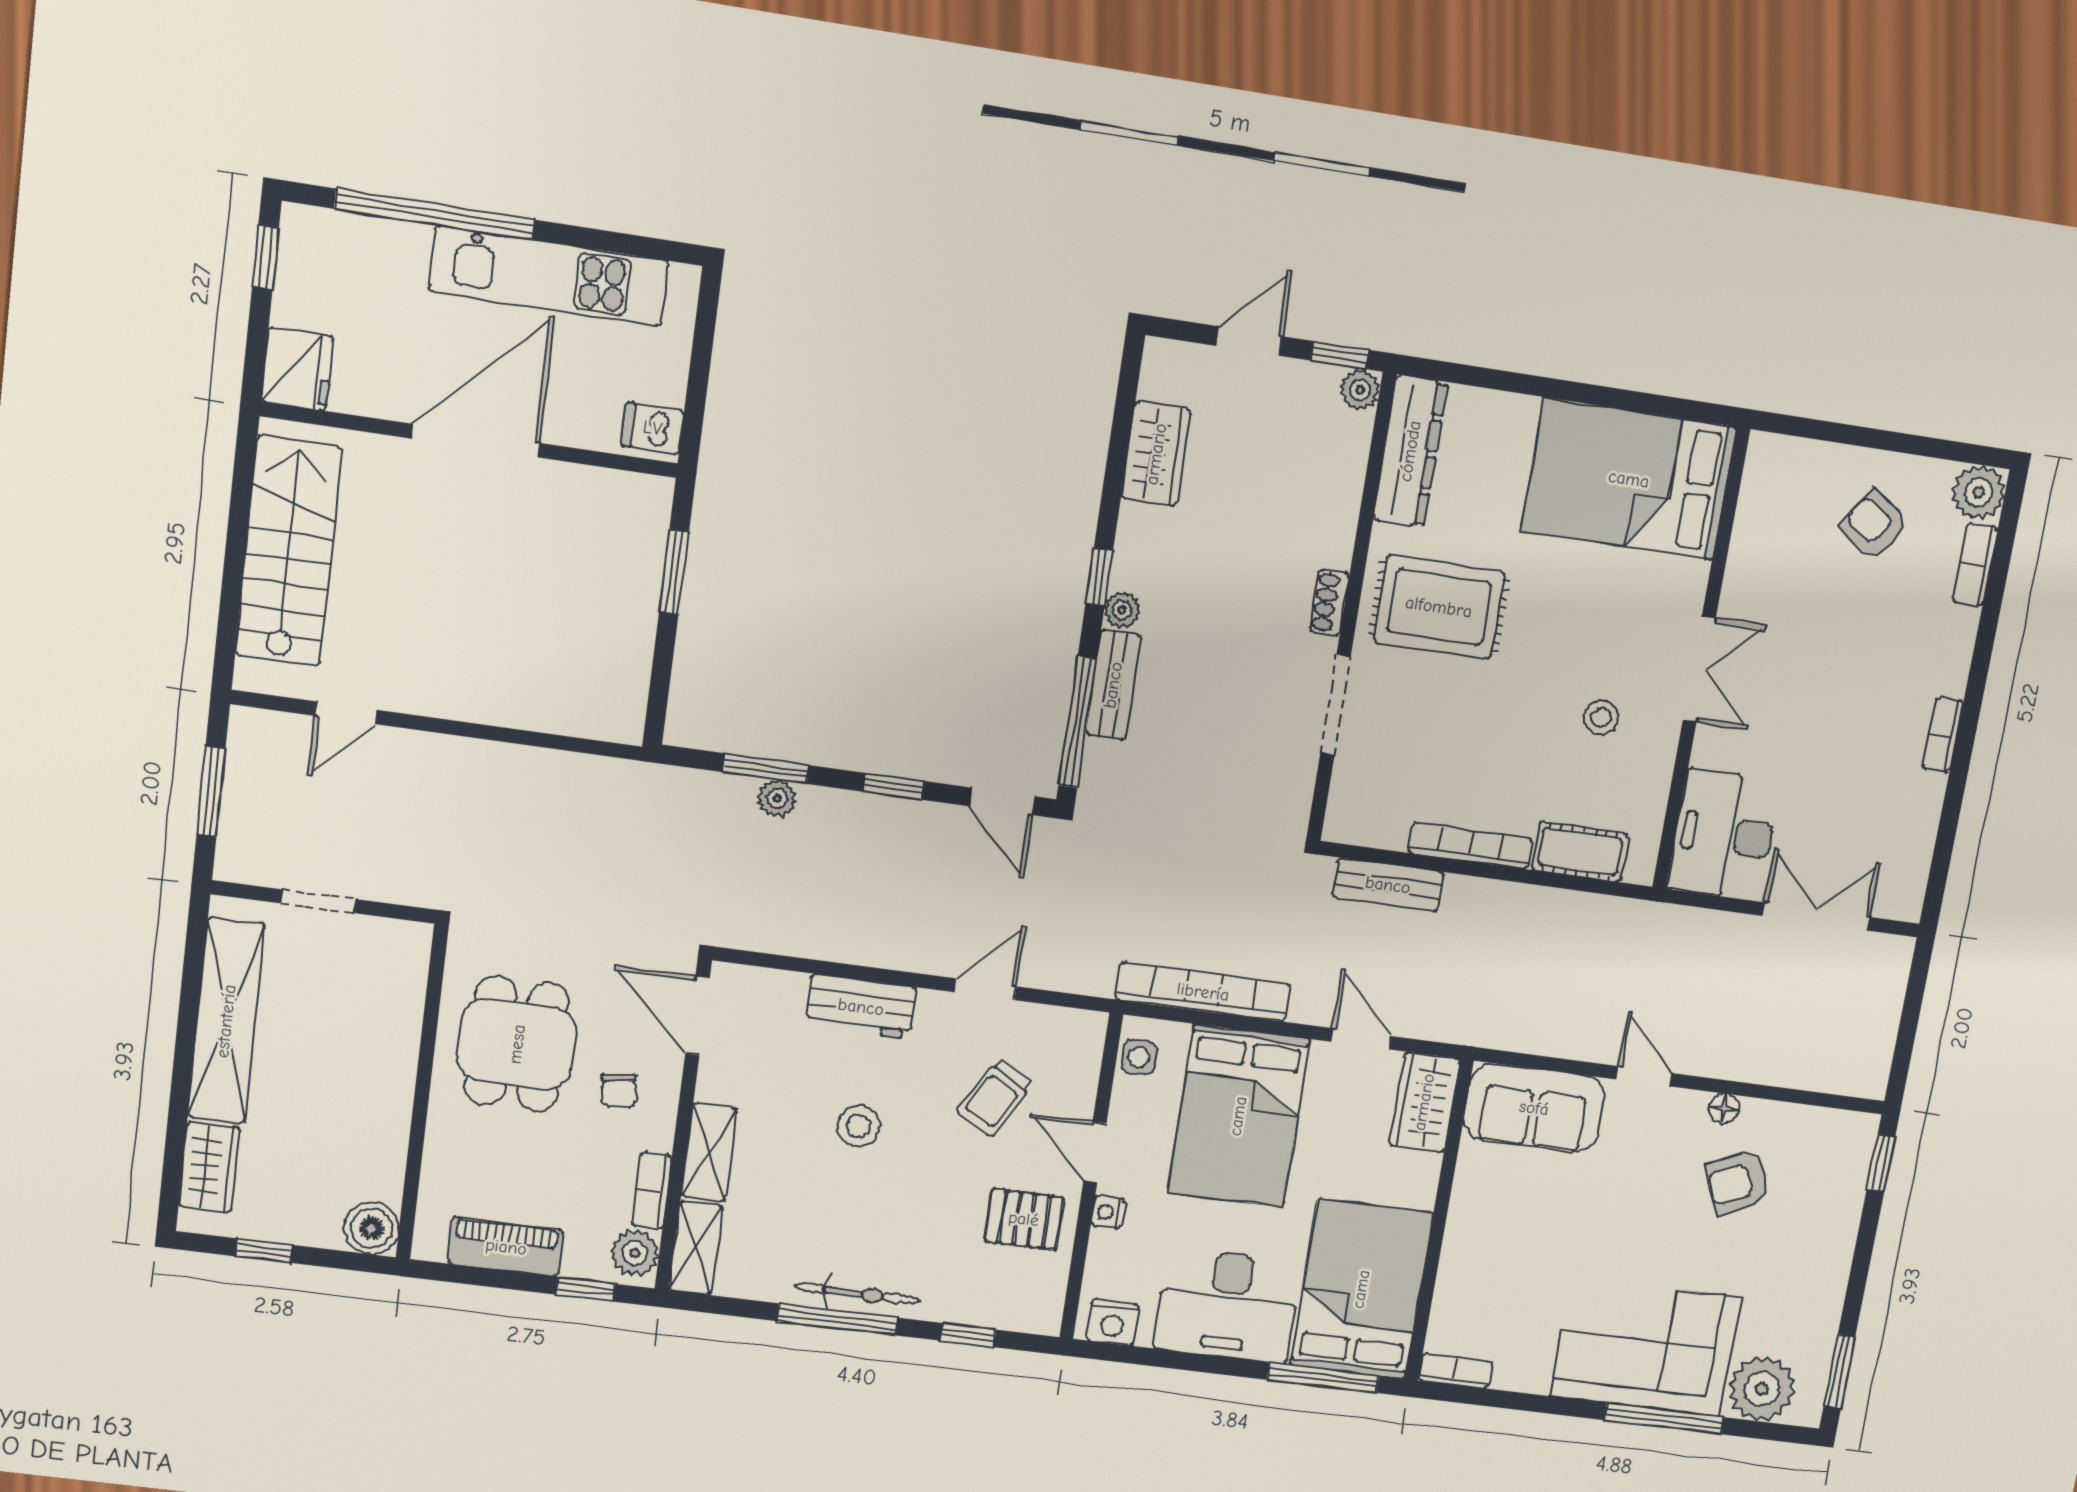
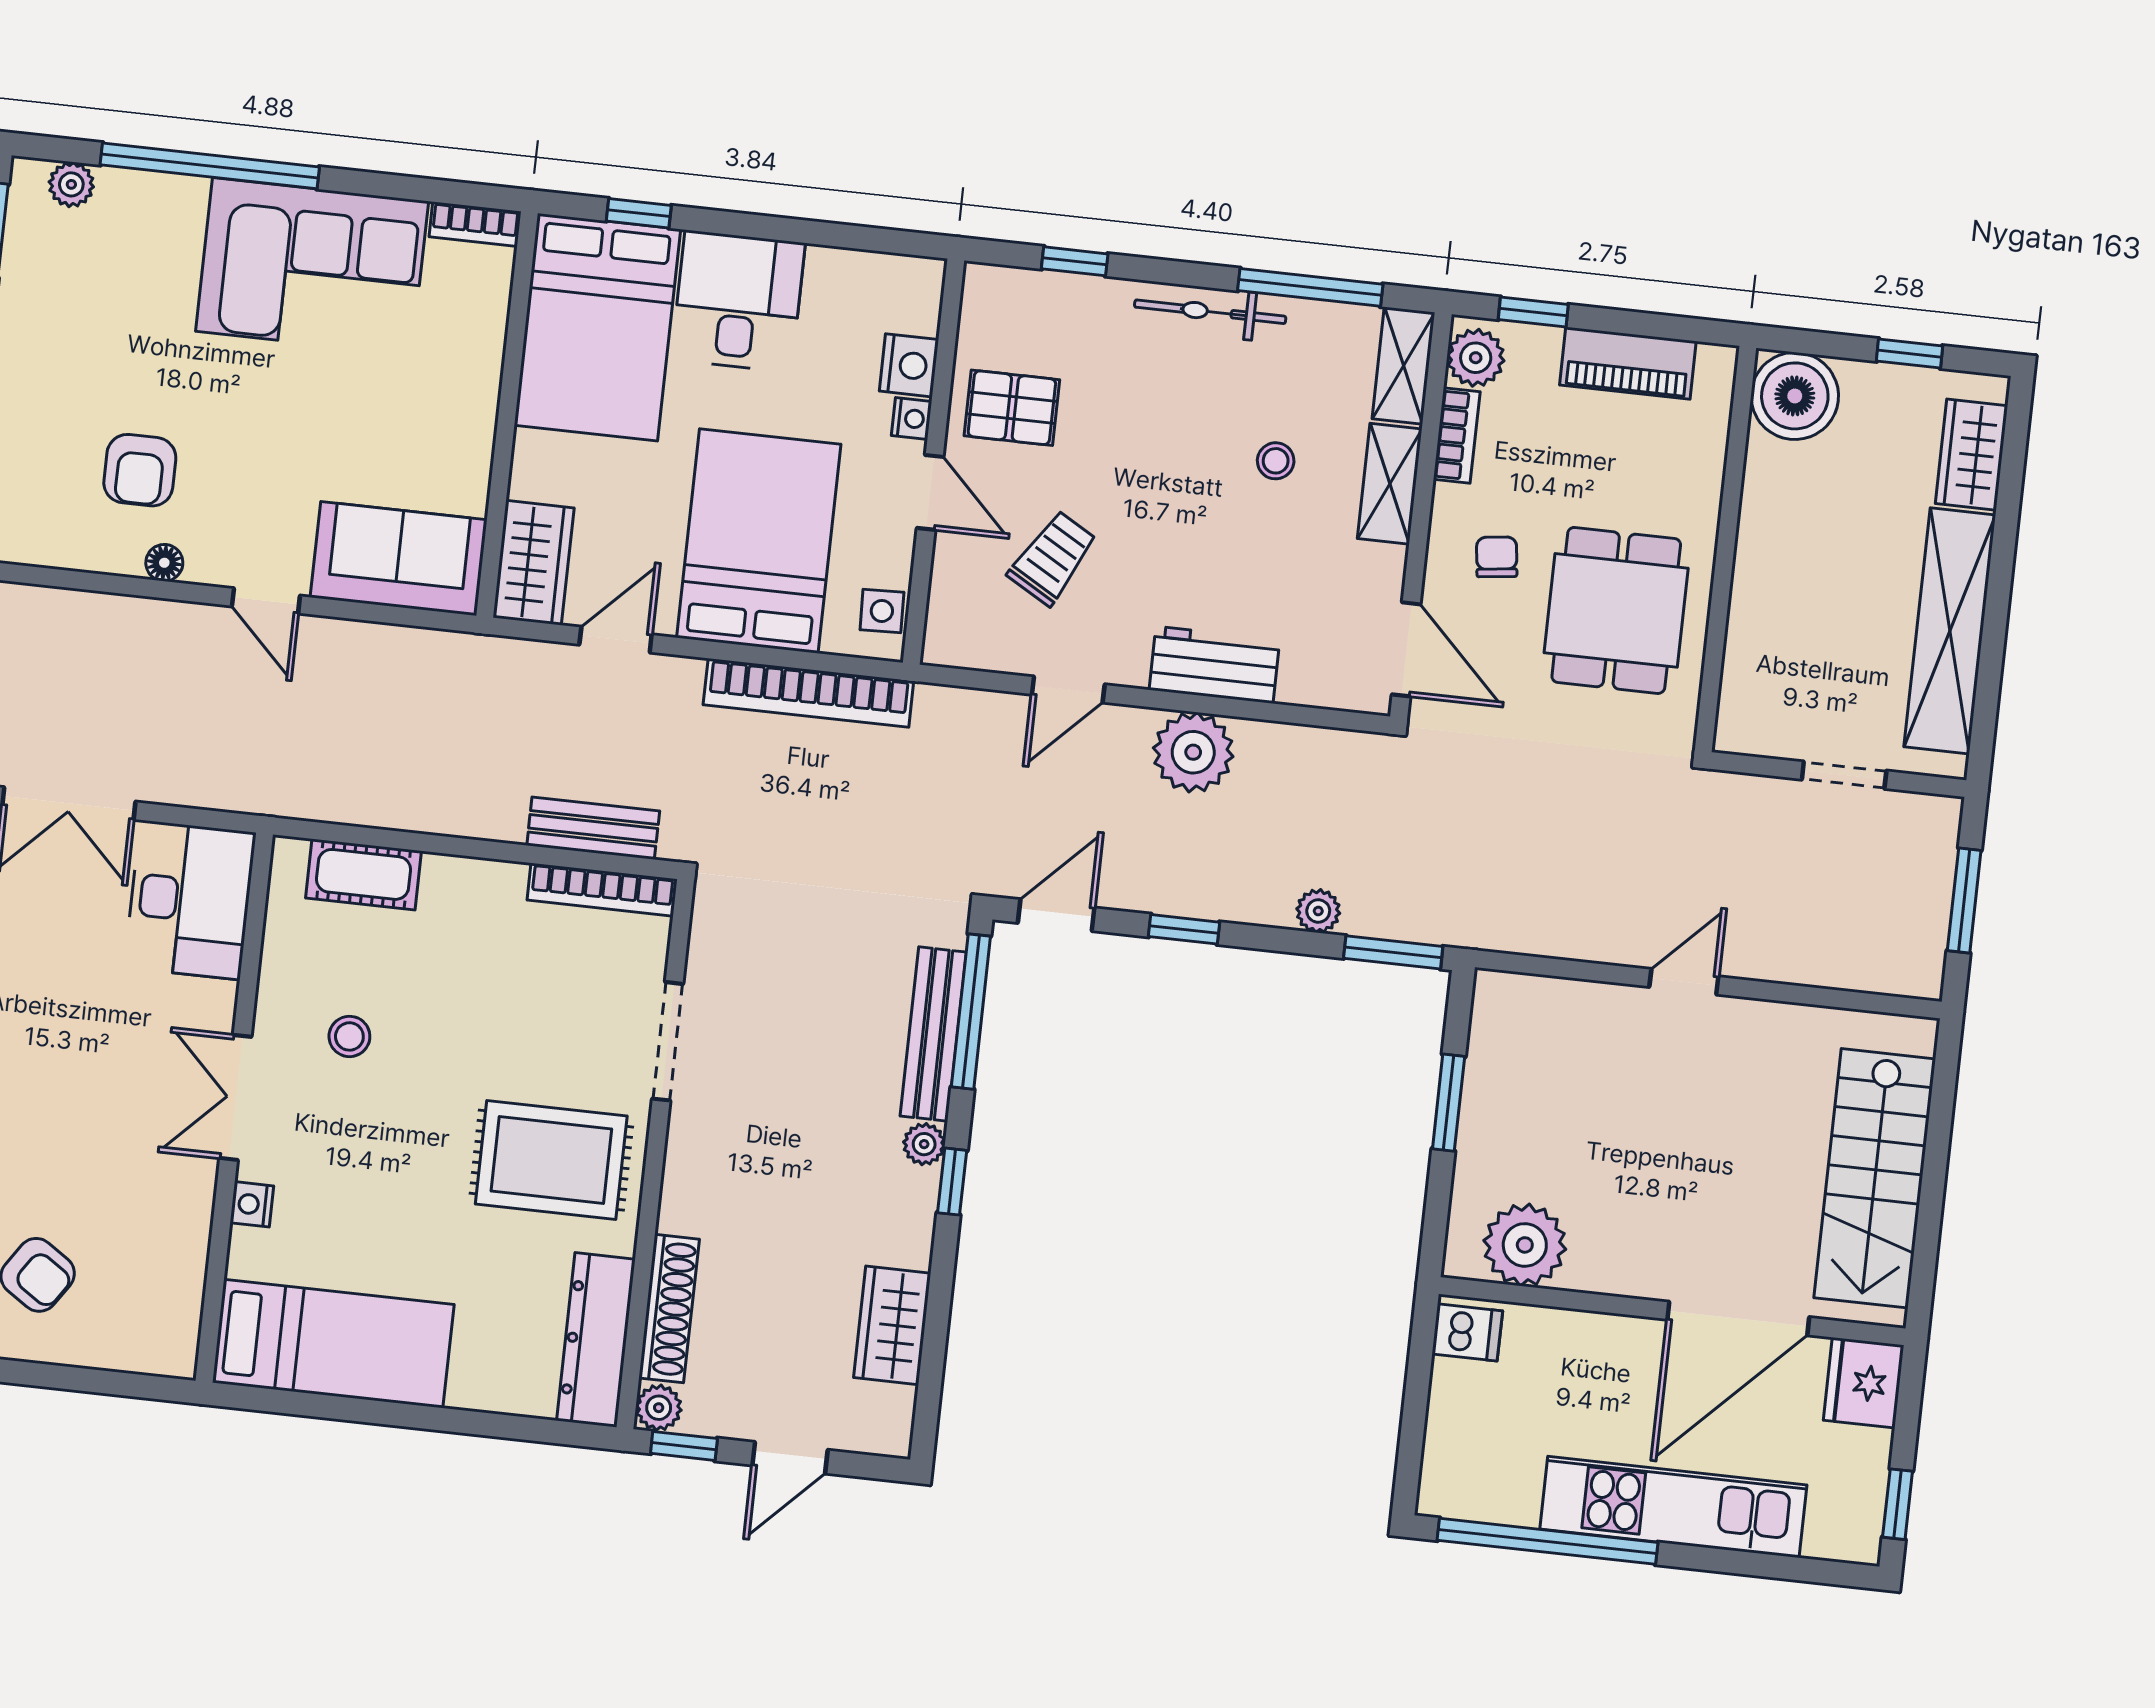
window: (435, 214) -> (1548, 1541), moved
kitchen unit: (549, 276) -> (1673, 1507), moved
door: (476, 441) -> (1738, 1318), moved
bed: (1629, 479) -> (333, 1344), width x0.67
plant: (601, 504) -> (1525, 1245), added
window: (674, 572) -> (1449, 1103), moved
nightstand: (1692, 578) -> (252, 1204), added
shoe rack: (1330, 603) -> (669, 1309), moved, width x1.94, depth x1.24
bench: (1113, 685) -> (933, 1034), width x1.36
door: (346, 713) -> (1684, 982), moved
window: (766, 769) -> (1393, 952), moved
door: (1002, 801) -> (1056, 915), hinge flipped
bookcase: (1470, 846) -> (602, 890), moved
plant: (881, 935) -> (1193, 752), added
door: (1361, 1039) -> (616, 640), swing flipped
stool: (859, 1126) -> (1276, 461), moved, width x0.73, depth x0.73
armchair: (1738, 1182) -> (140, 470), turned 114
boiler: (372, 1228) -> (1795, 396), width x1.37, depth x1.37
desk: (1228, 1306) -> (738, 301), width x0.73
window: (837, 1319) -> (1310, 287), moved
nightstand: (1112, 1322) -> (909, 365), moved, turned 90
corner sofa: (1646, 1347) -> (312, 266), moved
window: (1323, 1378) -> (639, 213), width x0.46
plant: (1762, 1389) -> (71, 184), width x0.53, depth x0.53
window: (1664, 1419) -> (210, 166), width x1.46

